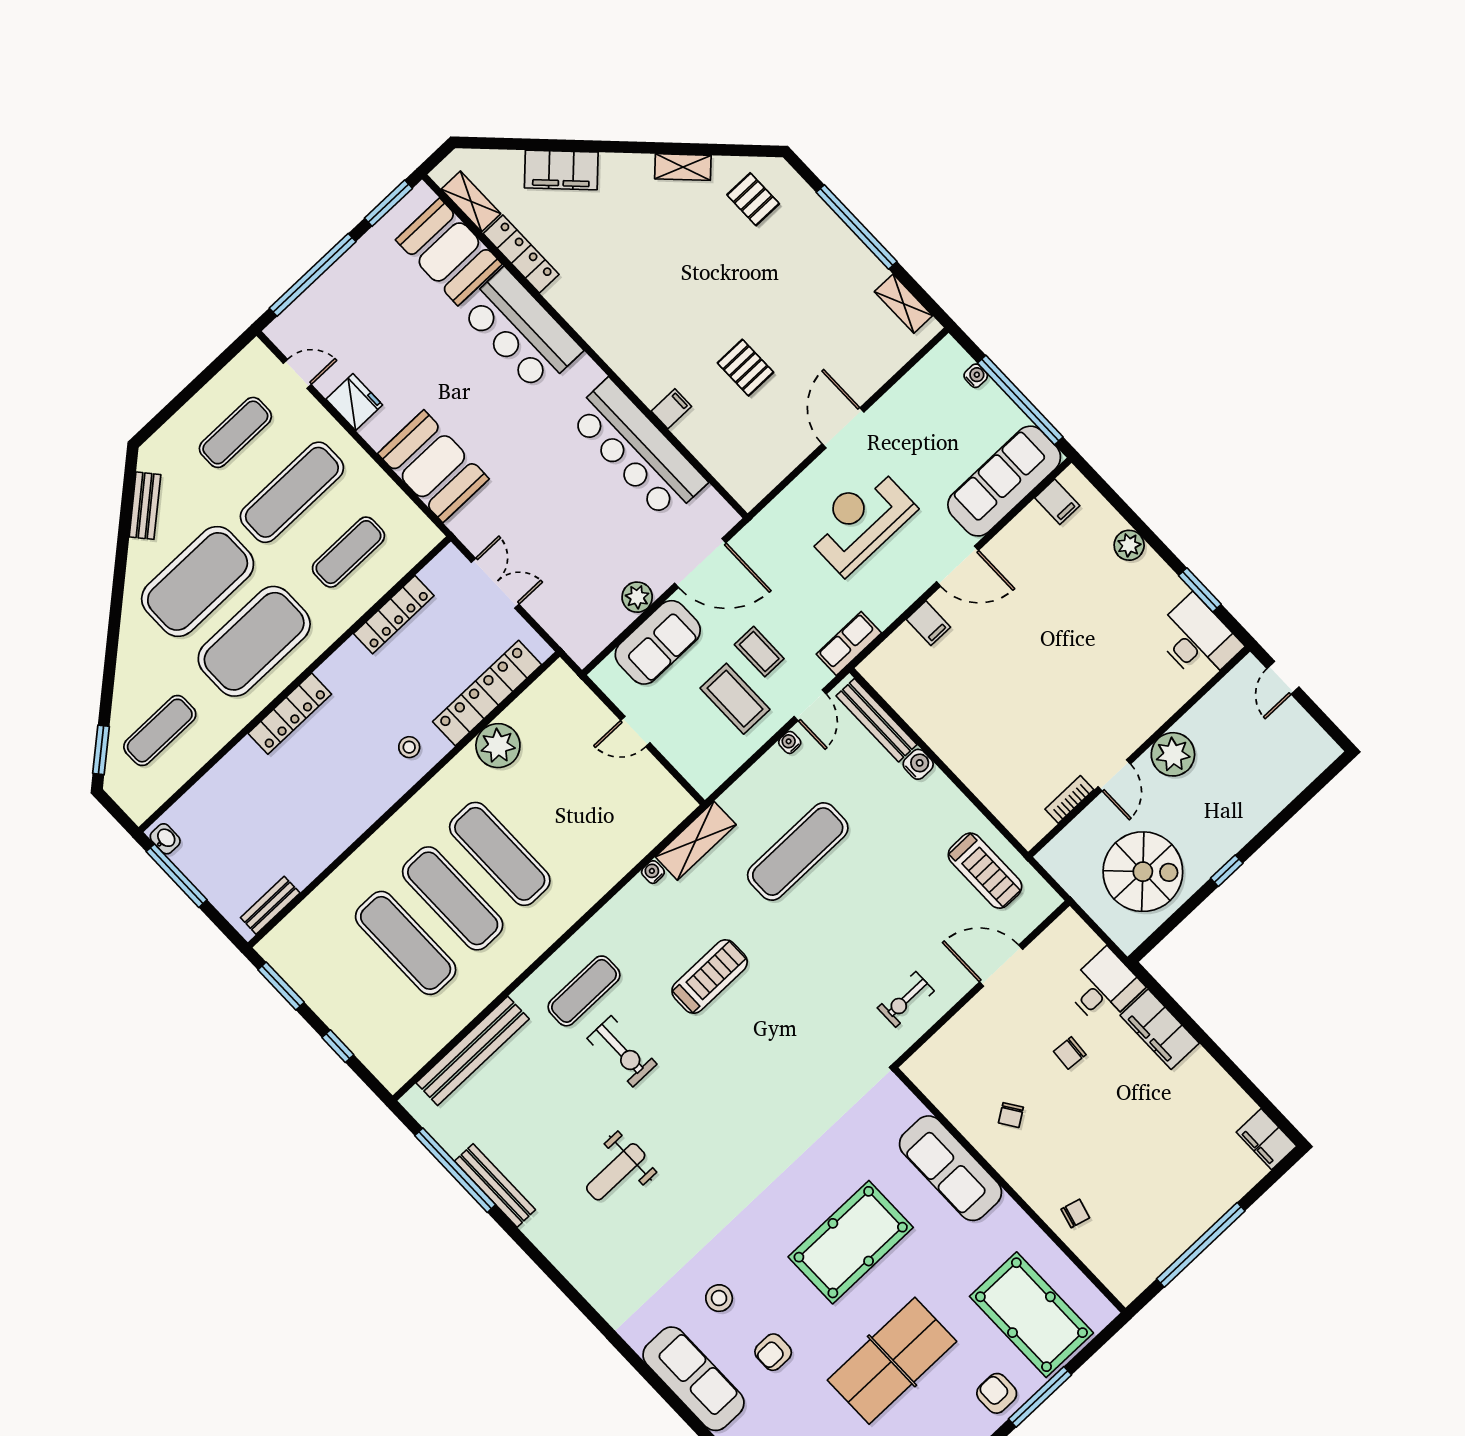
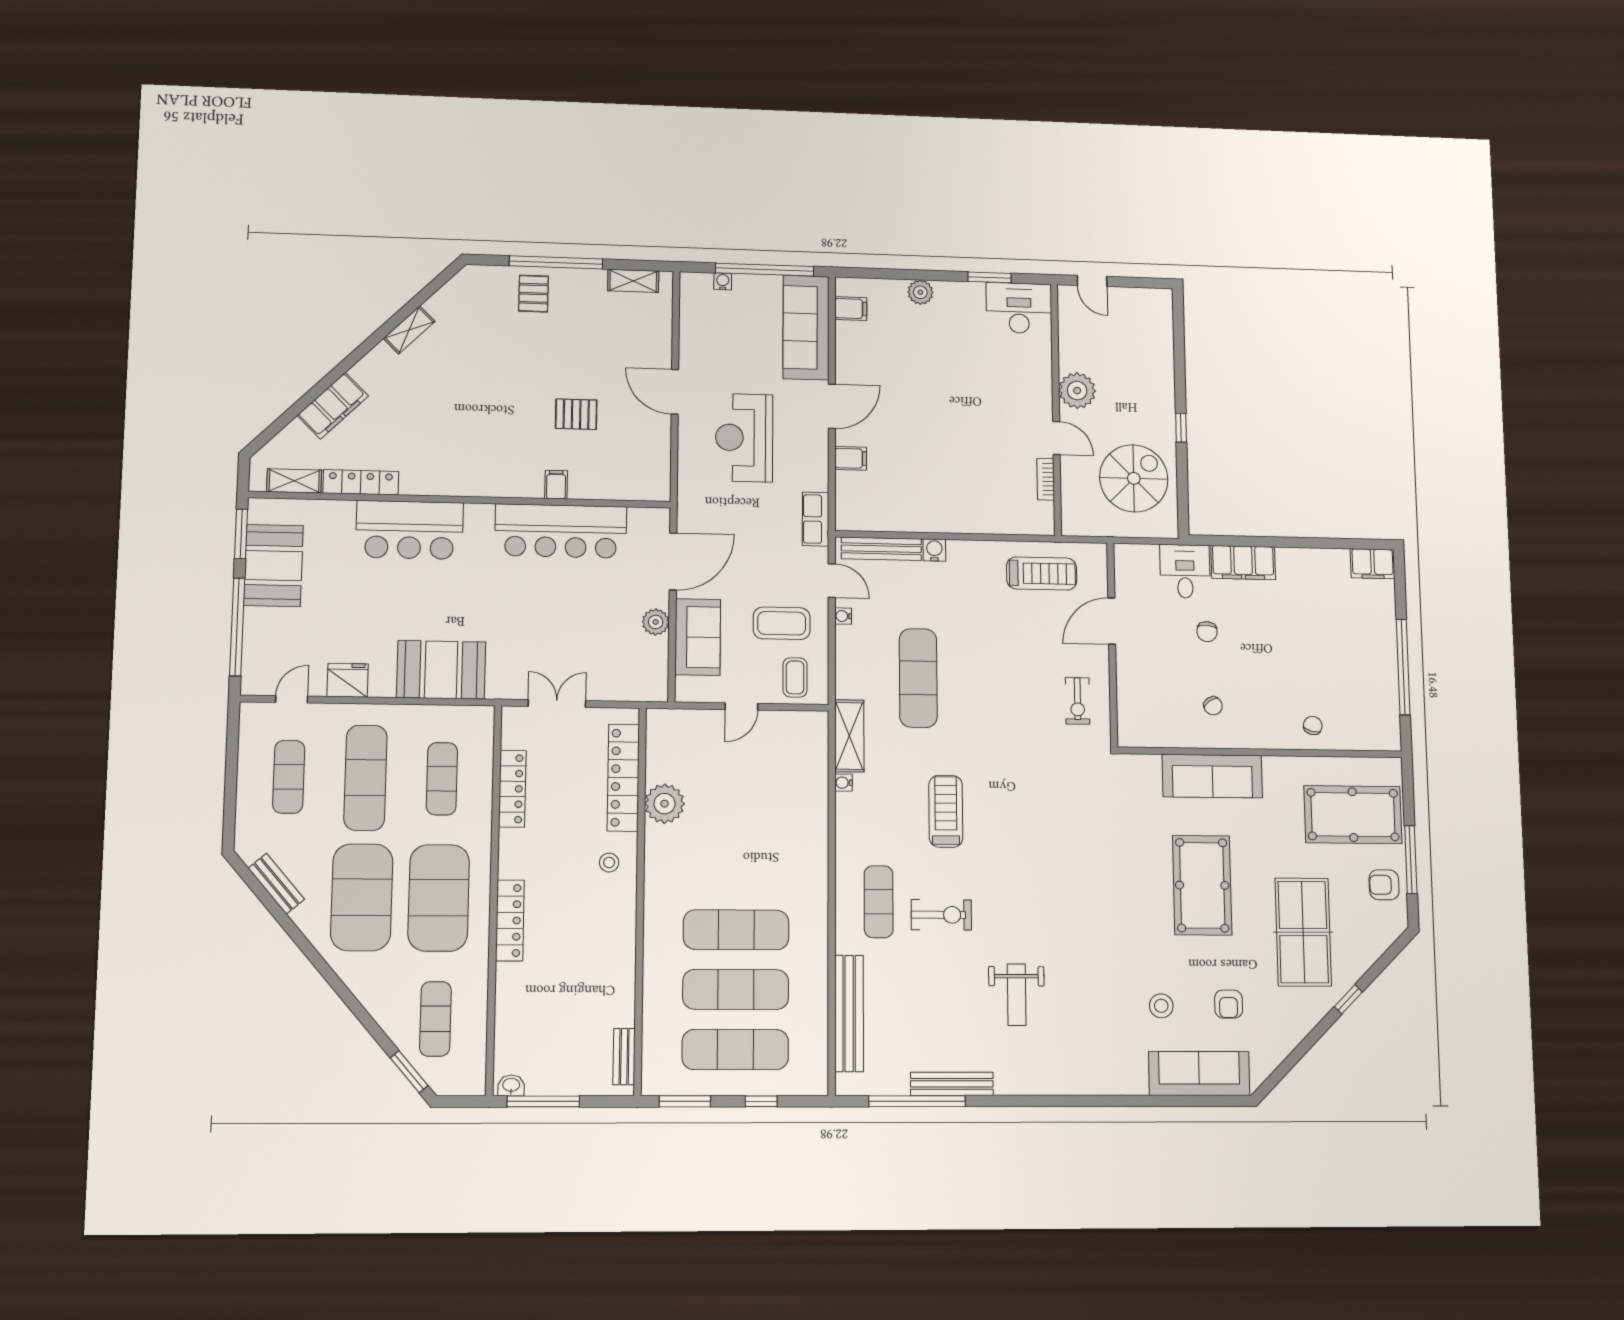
pallet: (753, 199) -> (533, 294), moved, turned 90
booth: (449, 252) -> (273, 566), moved, turned 90
coffee table: (759, 652) -> (795, 677), moved, turned 90
exercise mat: (500, 854) -> (735, 1050), moved

